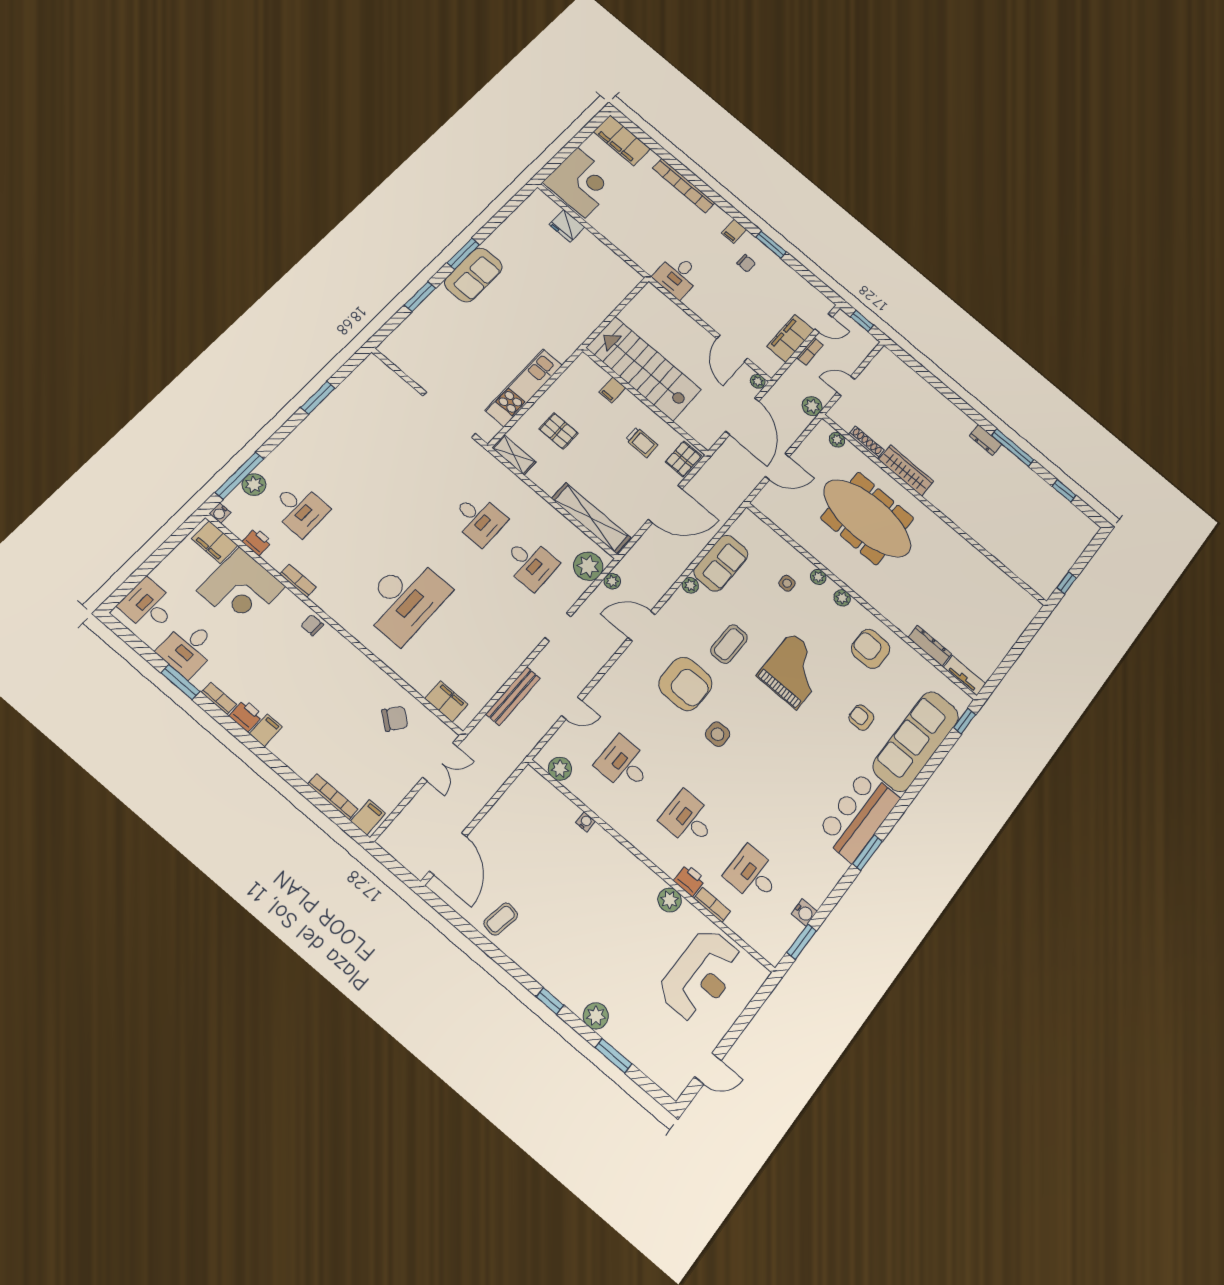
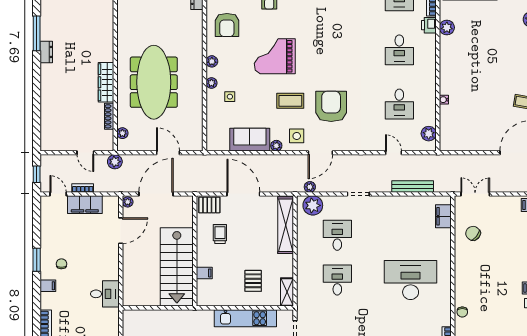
door: (642, 626) -> (320, 153), hinge flipped
side table: (718, 734) -> (297, 136), moved

